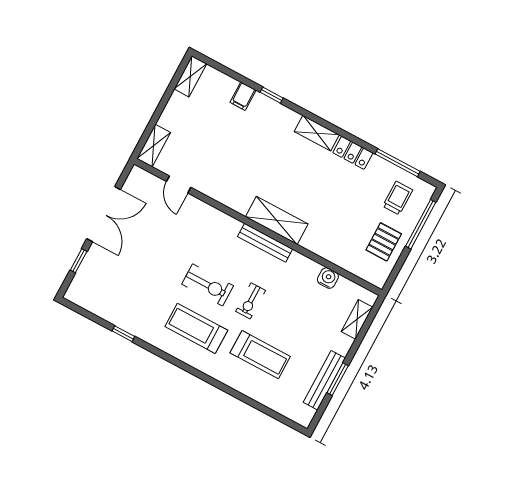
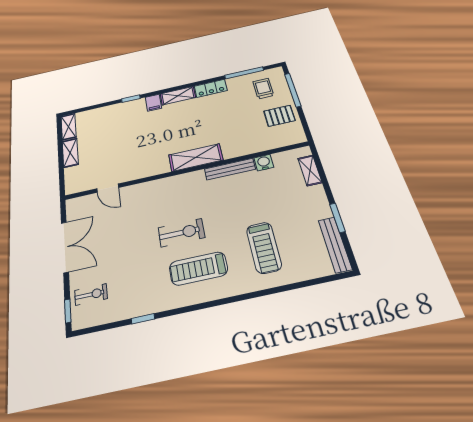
filing cabinet: (243, 96) -> (153, 103), moved
shelving: (154, 146) -> (70, 153), moved
pallet: (384, 242) -> (279, 116), turned 90
bench: (265, 243) -> (230, 169), moved
window: (79, 261) -> (68, 311), moved
exercise bike: (251, 301) -> (91, 294), moved, turned -90
treadmill: (260, 355) -> (264, 248), turned 90
bench: (324, 380) -> (335, 245), moved

